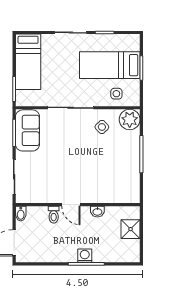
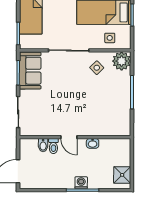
bidet: (21, 214) -> (43, 145), moved
shower: (131, 229) -> (122, 175), moved

